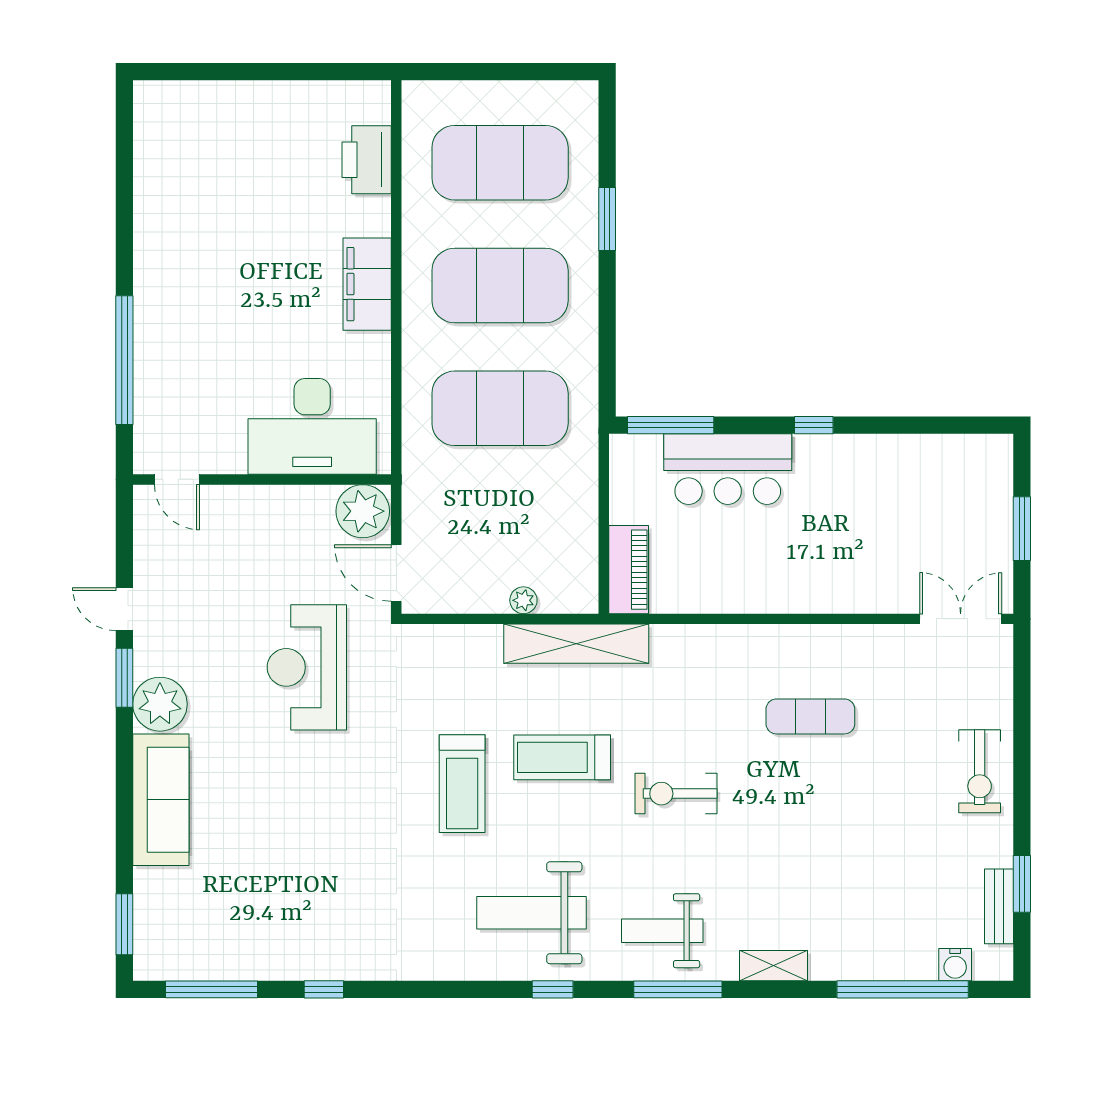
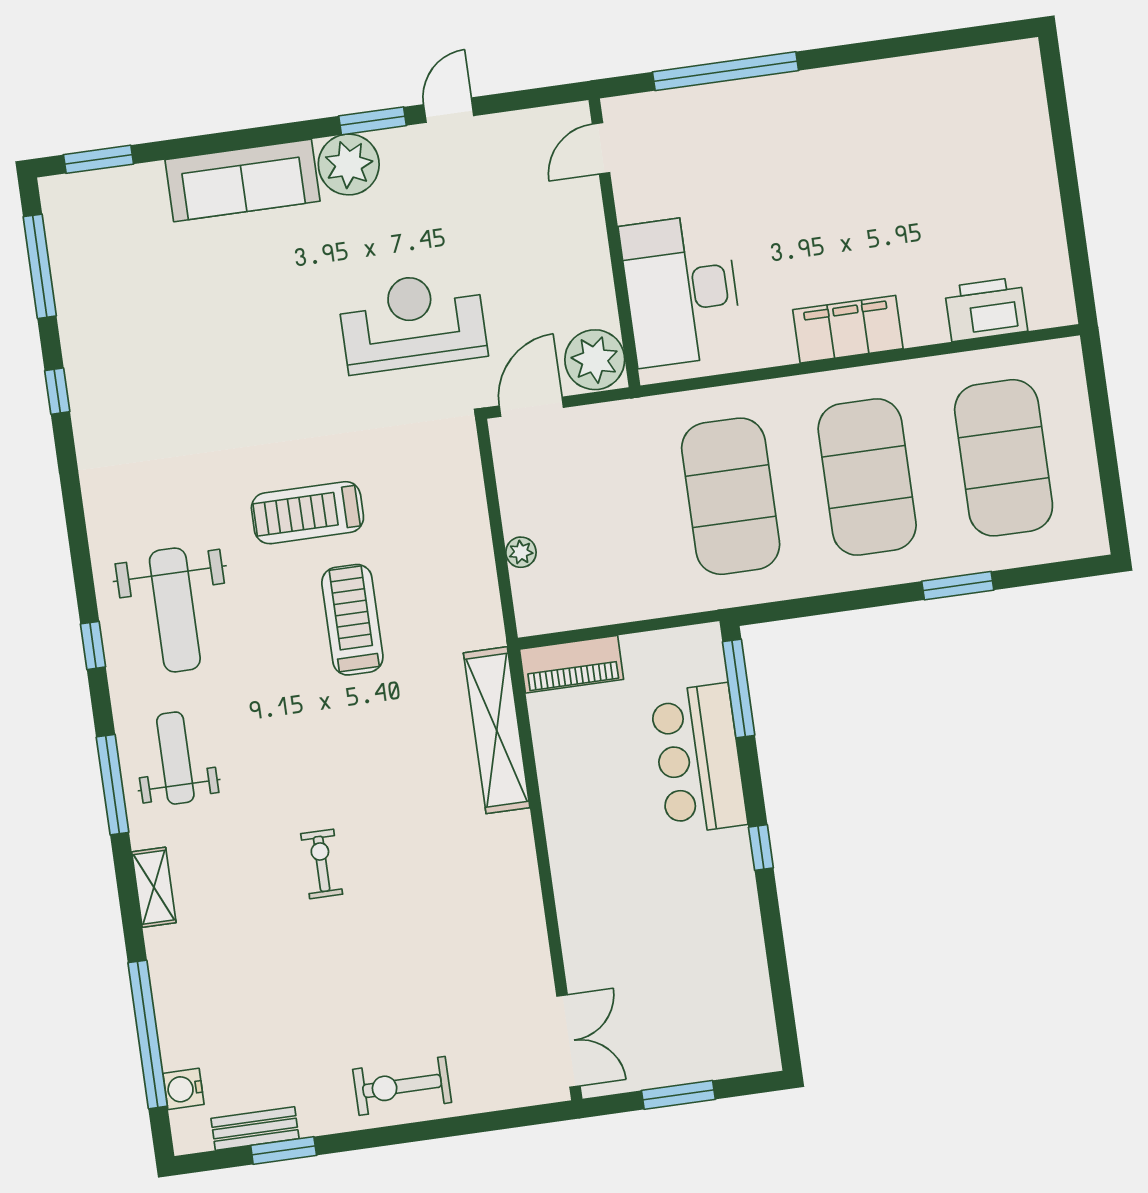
shelving: (576, 644) -> (497, 730), moved
exercise mat: (810, 716) -> (437, 889), removed
exercise bike: (676, 794) -> (322, 864), moved, width x0.73, depth x0.72
weight bench: (531, 913) -> (175, 610), turned 180

